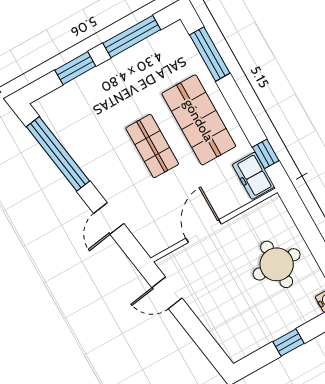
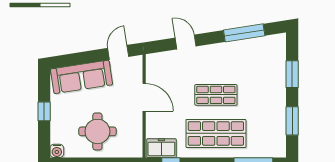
window: (132, 36) -> (292, 121), width x0.69
window: (58, 154) -> (244, 33), width x0.68
sofa: (222, 321) -> (81, 77), added

